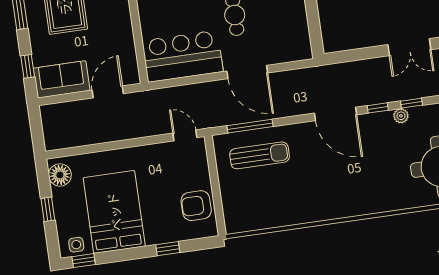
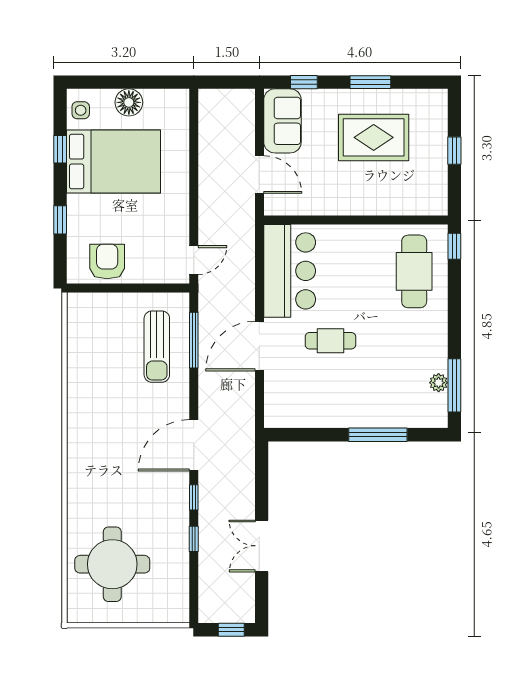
plant: (401, 116) -> (180, 524), removed
floor lamp: (60, 175) -> (129, 102), moved
window: (48, 209) -> (128, 82), removed
window: (84, 261) -> (60, 149), moved

